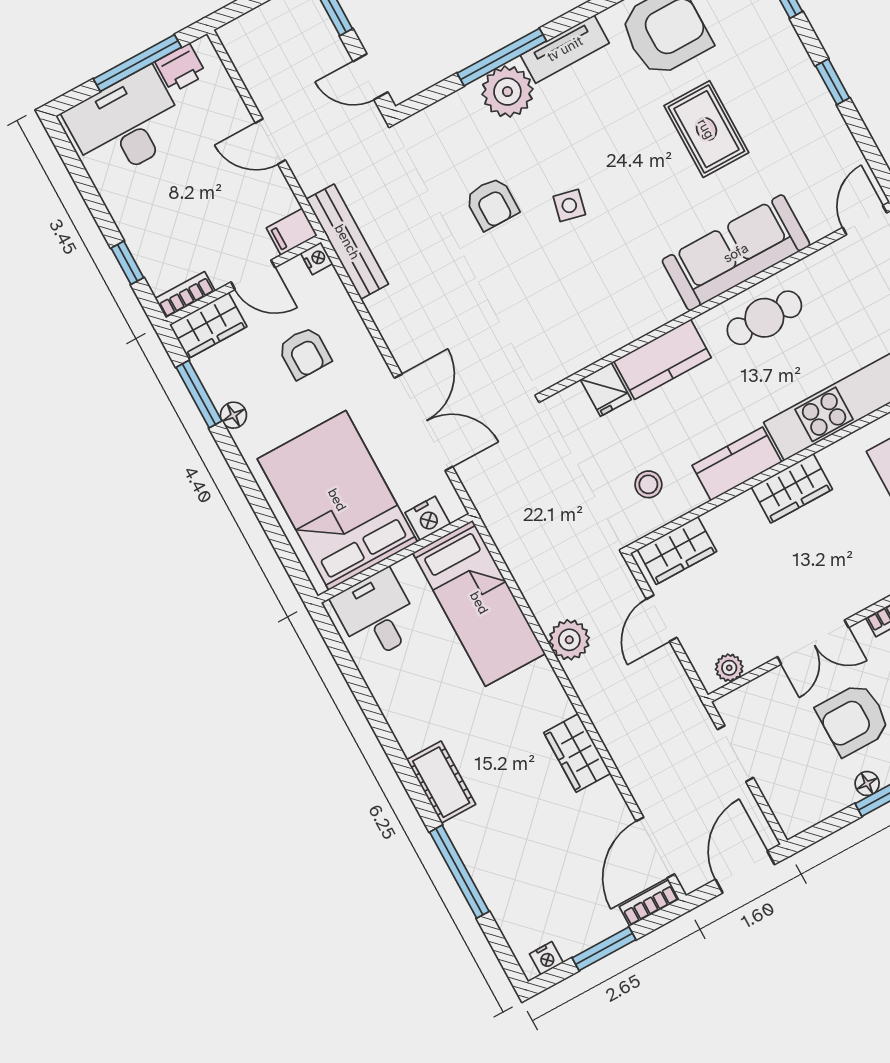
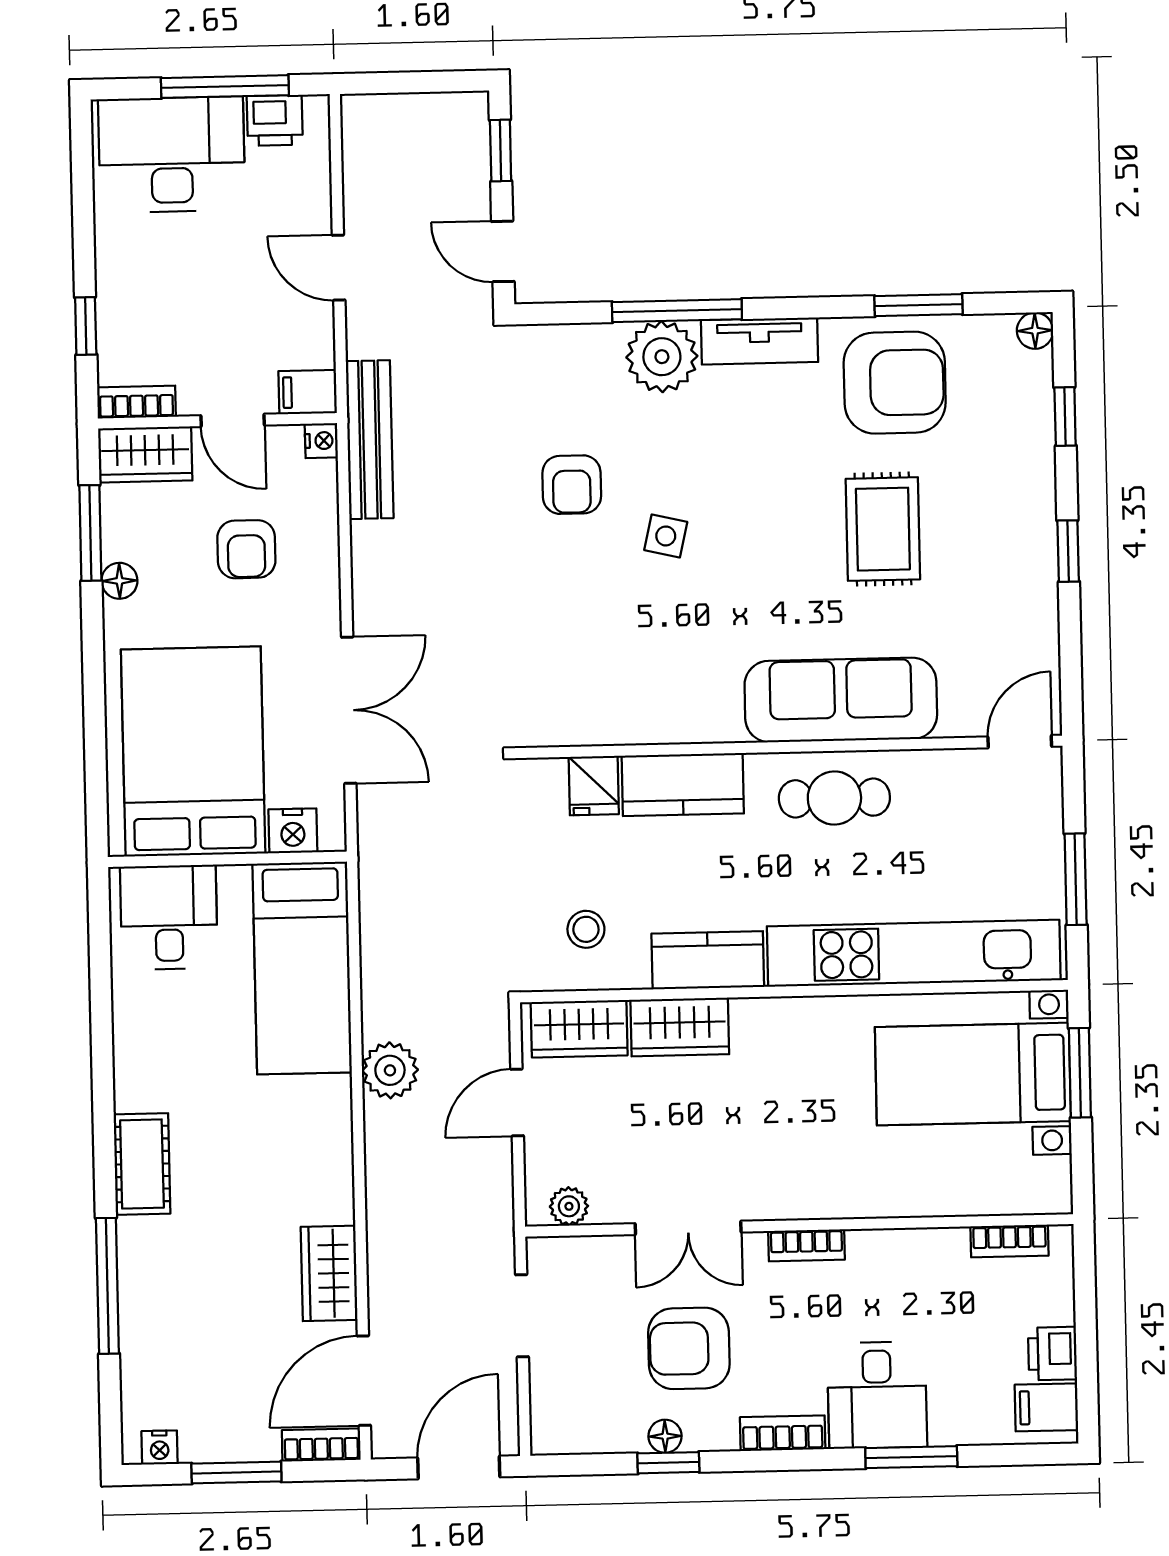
wardrobe: (792, 488) -> (680, 1027), moved
wardrobe: (577, 753) -> (329, 1273), moved

